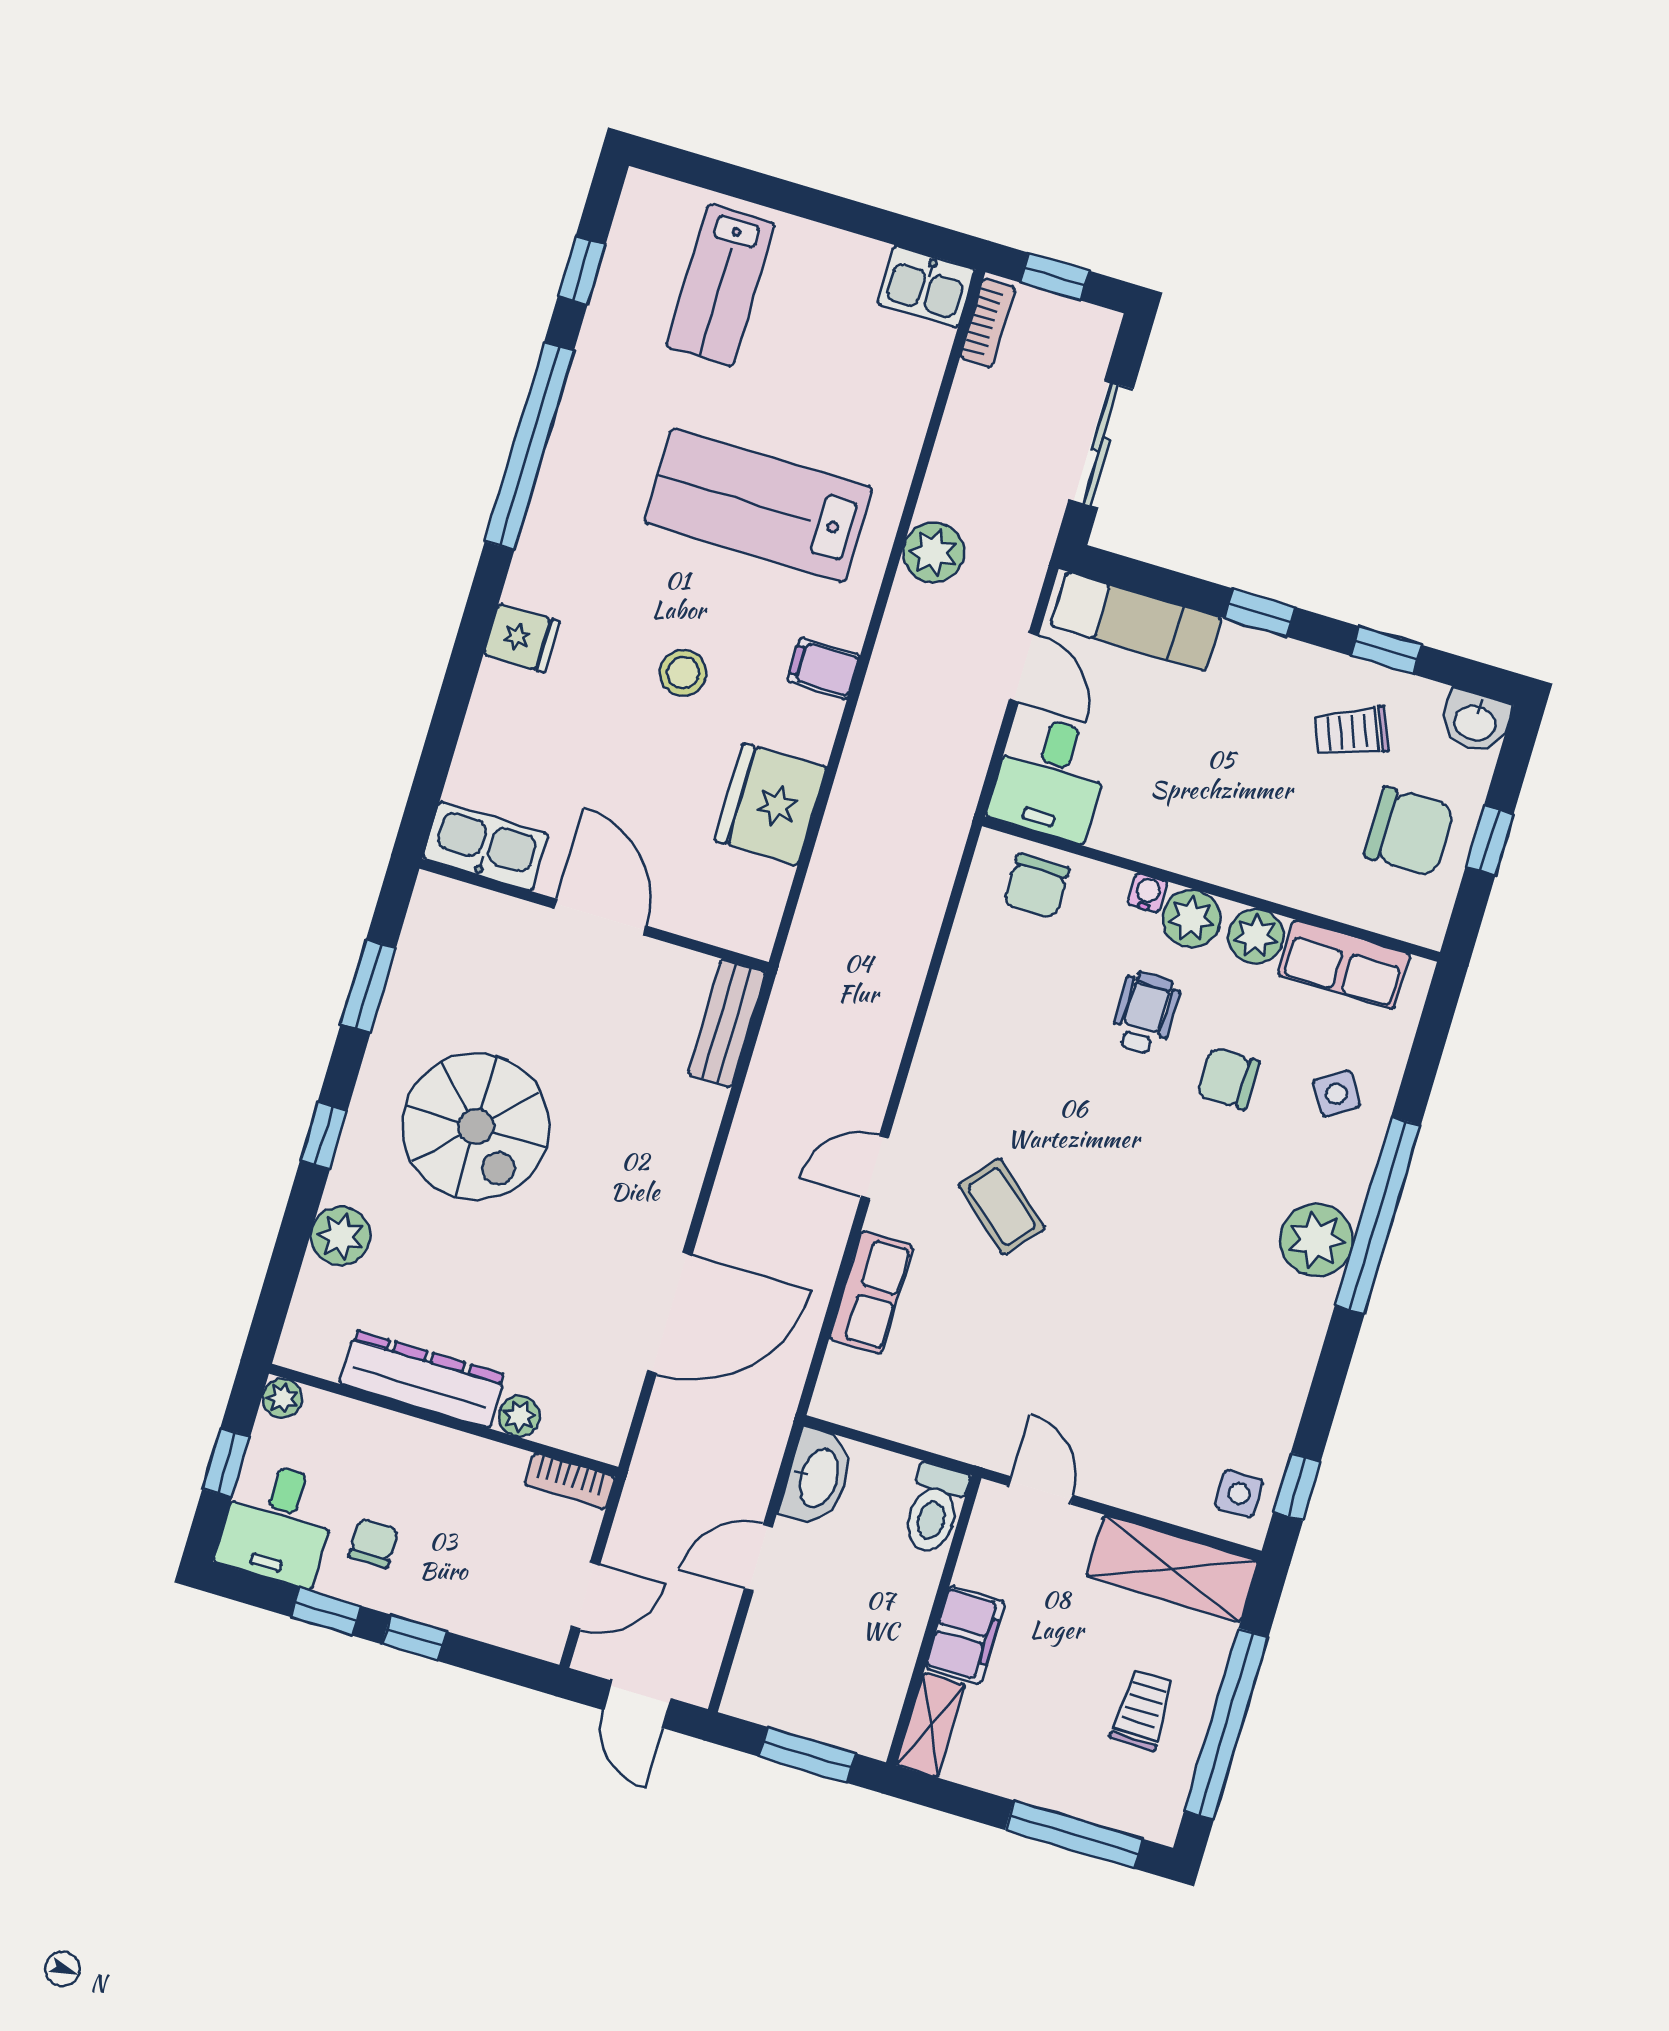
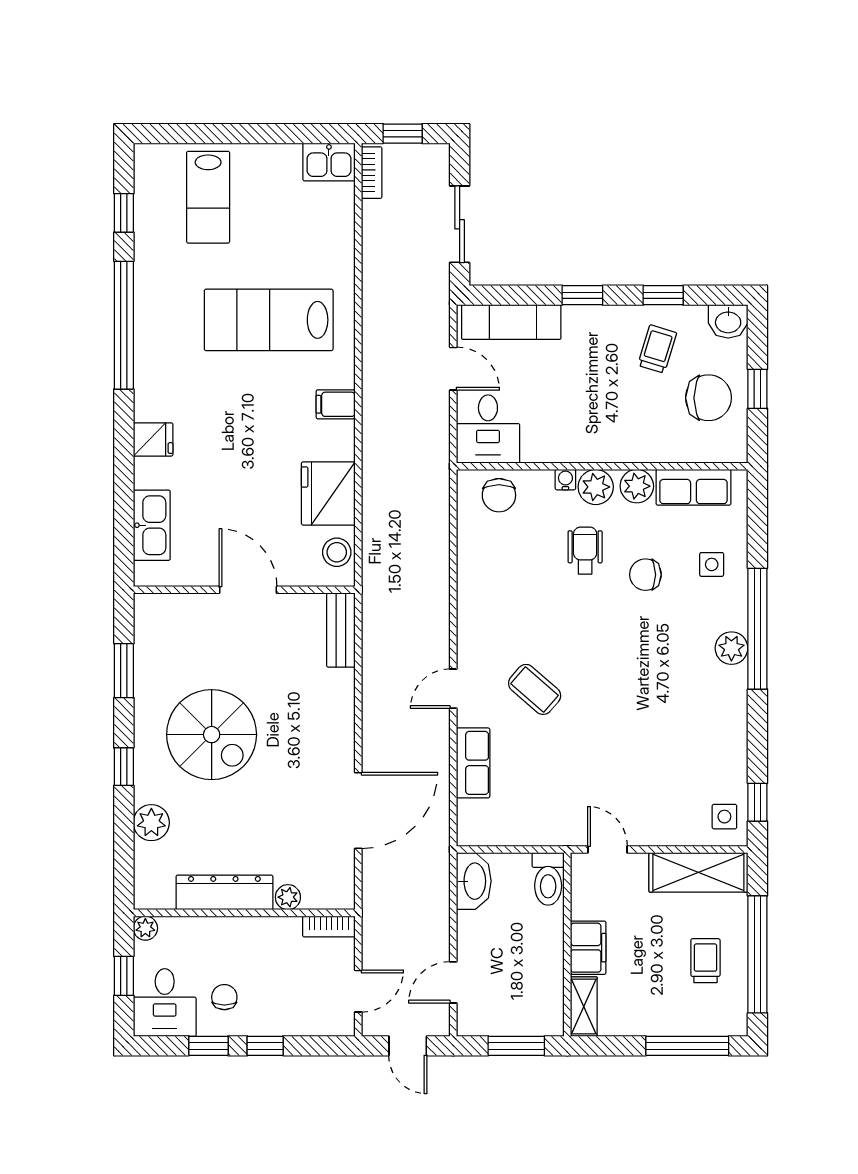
plant: (933, 552) -> (380, 317), removed
stool: (683, 673) -> (337, 552), moved
trolley: (1352, 732) -> (657, 349), turned 129
kitchen sink: (486, 846) -> (152, 525), moved, turned 90
side table: (1336, 1094) -> (712, 564), turned 33
plant: (1317, 1240) -> (731, 648), width x0.73, depth x0.73
door: (758, 1558) -> (453, 982), moved

